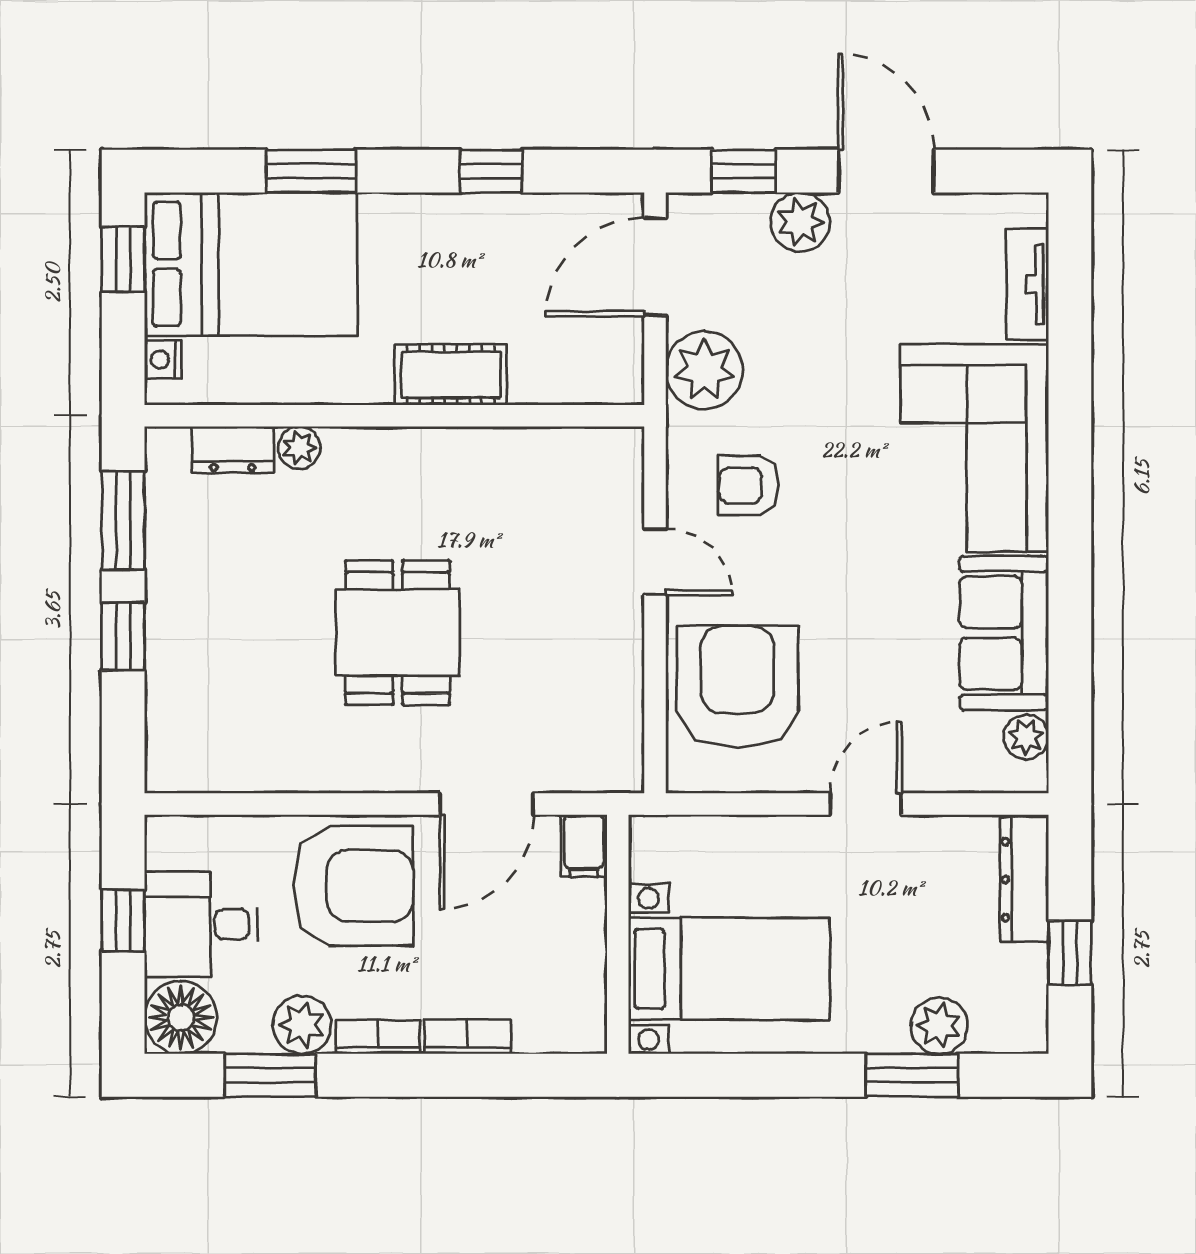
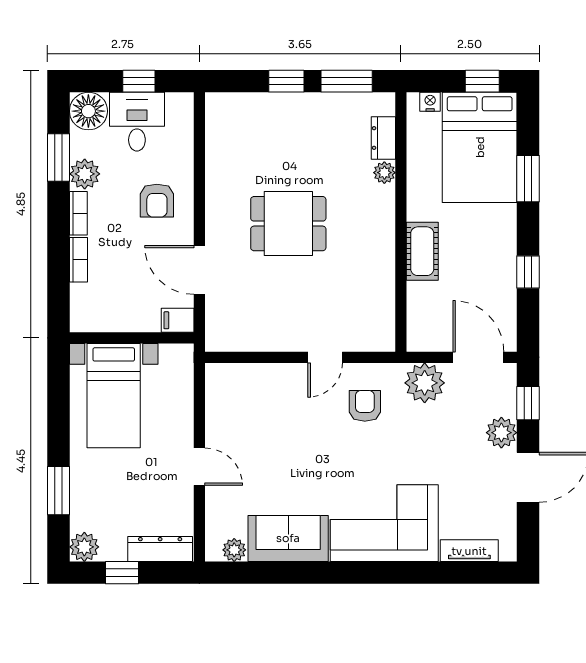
armchair: (737, 686) -> (260, 400), removed
armchair: (353, 886) -> (157, 201), width x0.53, depth x0.53
plant: (939, 1026) -> (84, 547), moved

